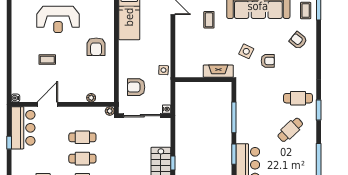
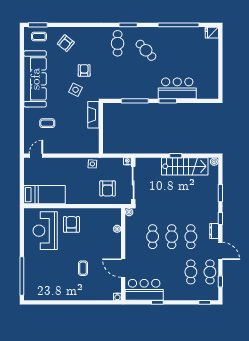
reception desk: (58, 19) -> (45, 231), moved, turned 180
armchair: (96, 47) -> (71, 224), turned -90

